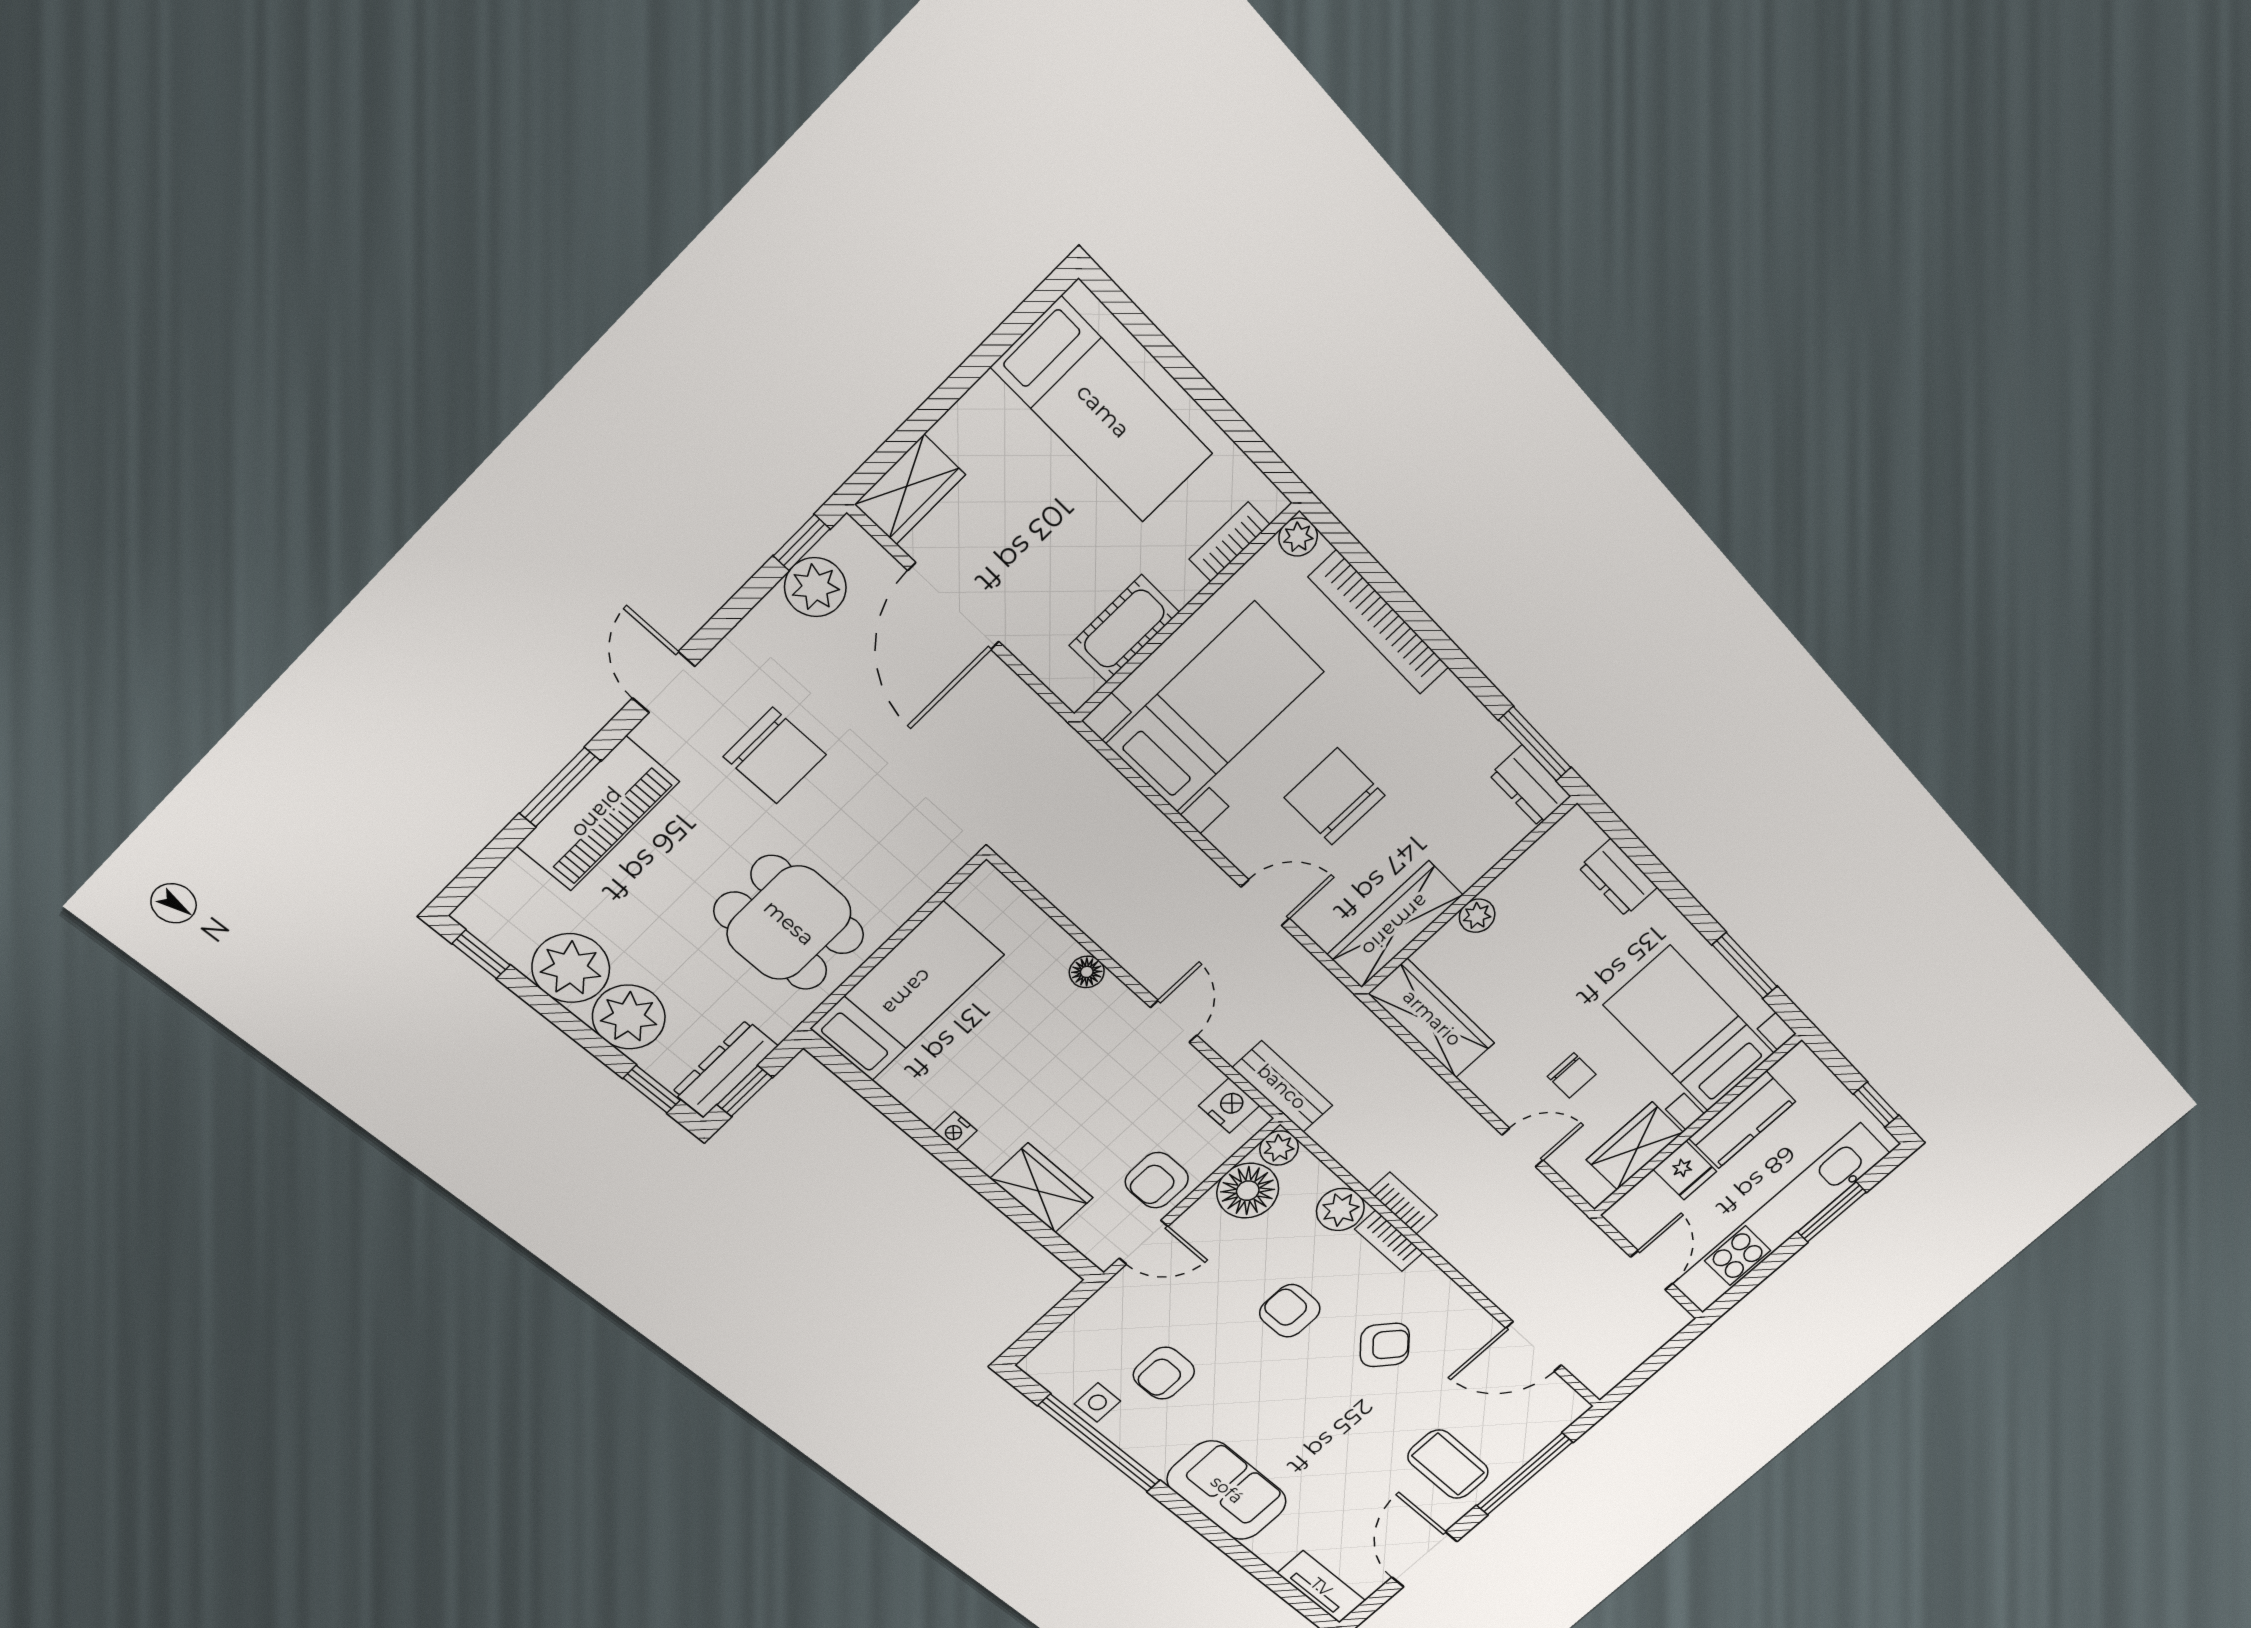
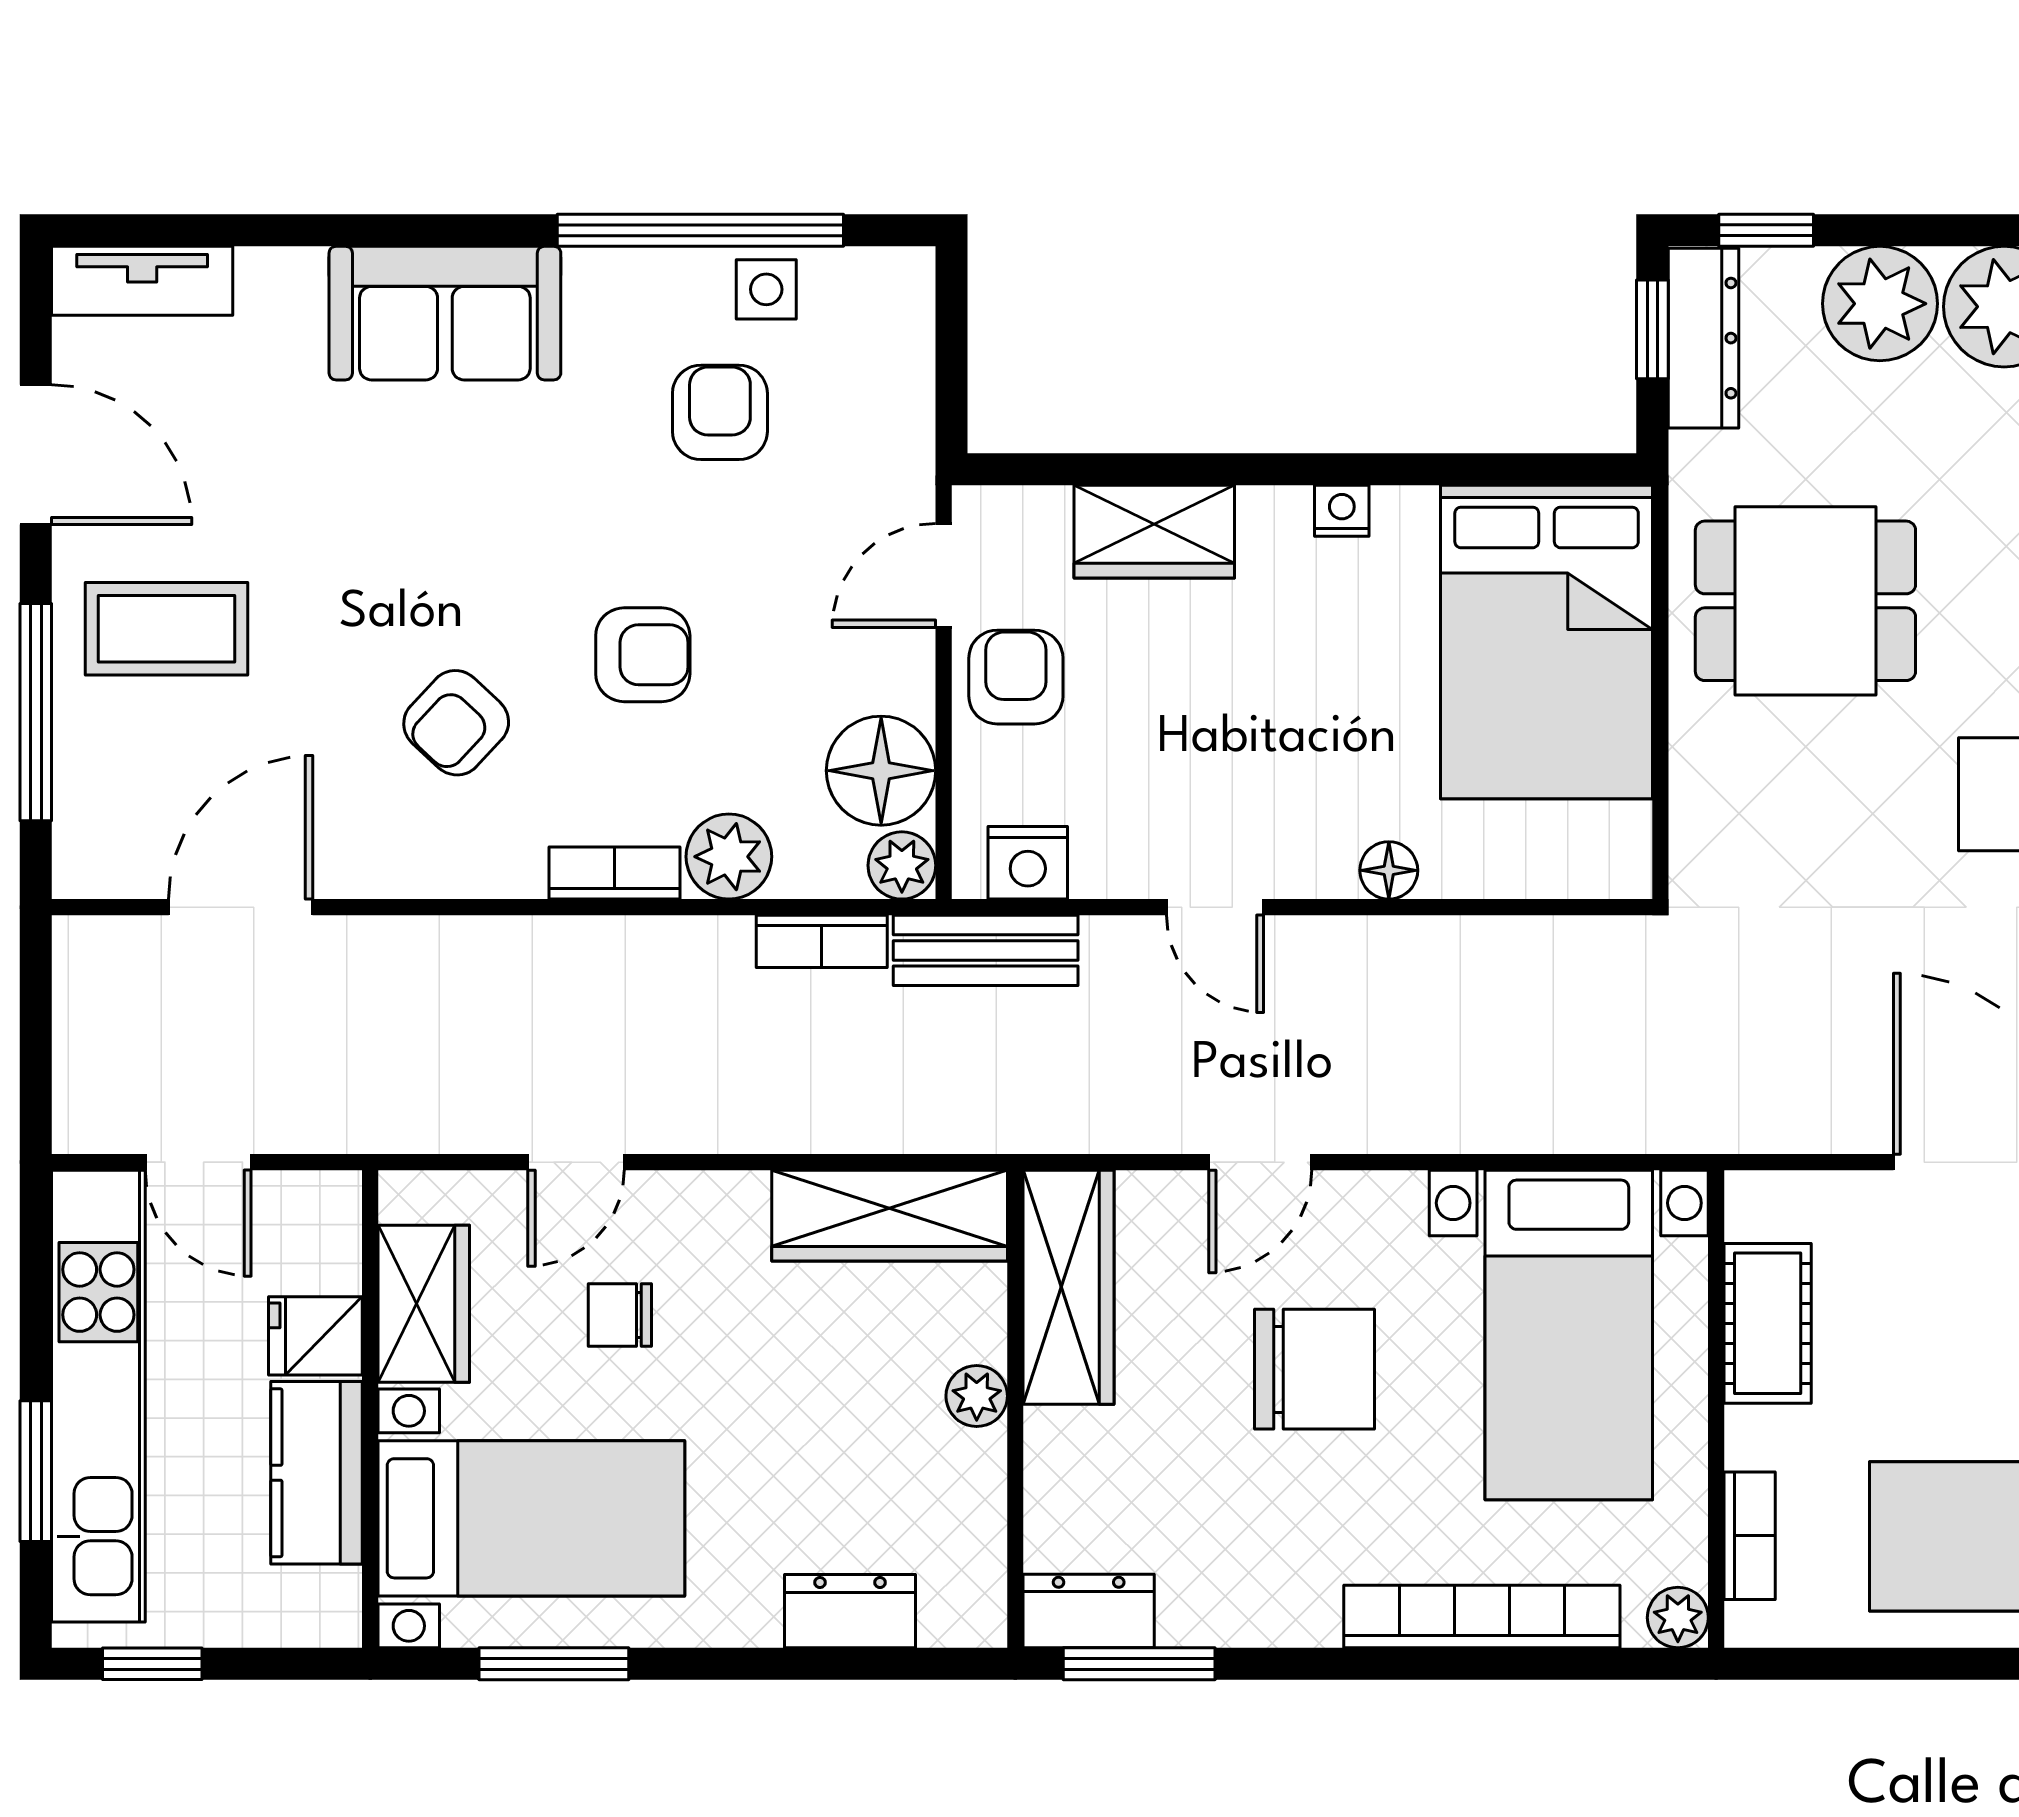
bed: (907, 992) -> (1547, 642), width x1.50
bookcase: (1403, 1203) -> (822, 941), moved

